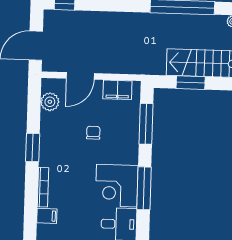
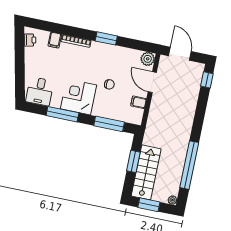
filing cabinet: (117, 90) -> (139, 102), width x0.50
plant: (50, 102) -> (148, 59), moved
corner desk: (117, 186) -> (79, 97), moved

